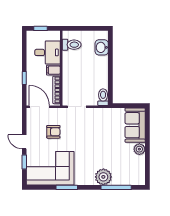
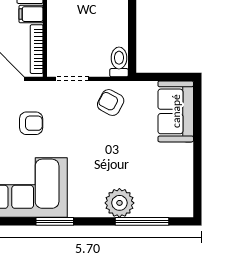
armchair: (98, 120) -> (111, 103), added
plant: (139, 149) -> (183, 154), removed

